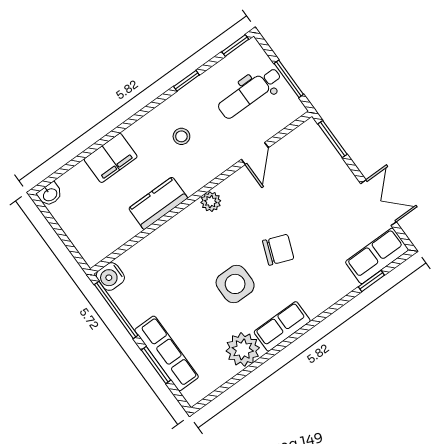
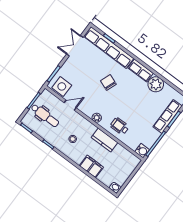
wheelchair: (178, 245) -> (120, 126), added
row of seats: (377, 256) -> (109, 47), width x2.02
side table: (235, 284) -> (62, 86), moved

